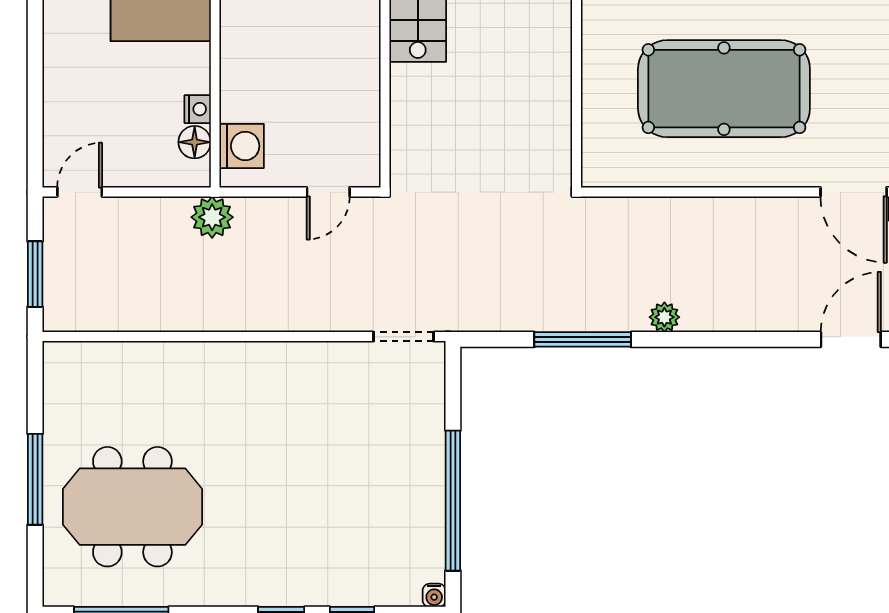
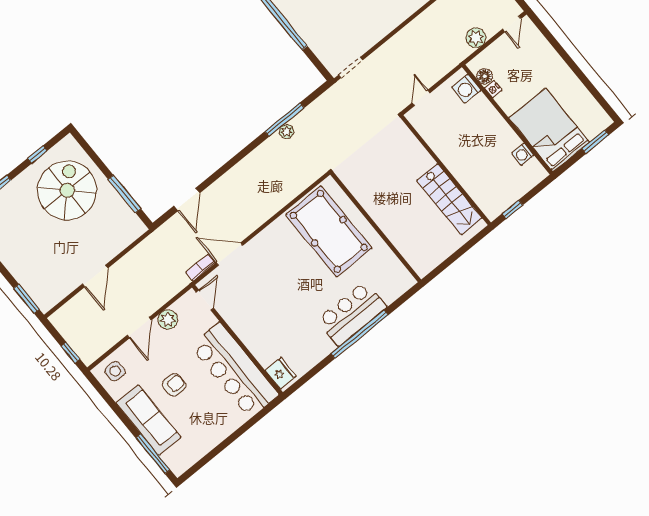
pool table: (724, 89) -> (329, 231), moved, turned 90
plant: (212, 217) -> (476, 38), moved
plant: (664, 317) -> (287, 132), moved

